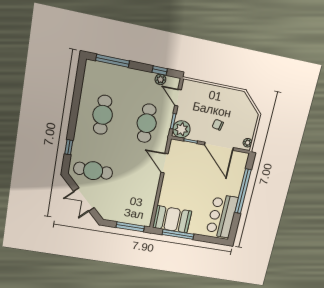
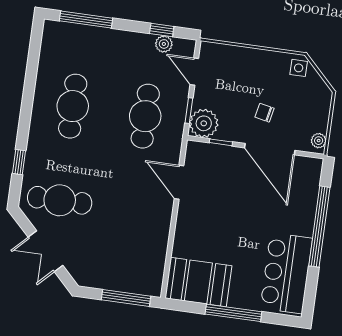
side table: (240, 99) -> (299, 68), added
window: (178, 234) -> (233, 313), moved

